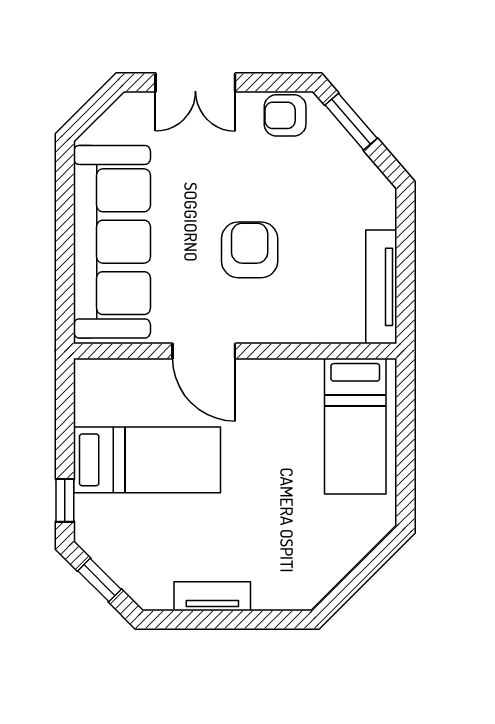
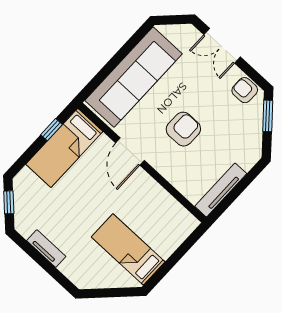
bed: (355, 426) -> (128, 249), moved, turned 90
bed: (147, 460) -> (64, 148), moved, turned 90
window: (65, 500) -> (51, 130), moved

